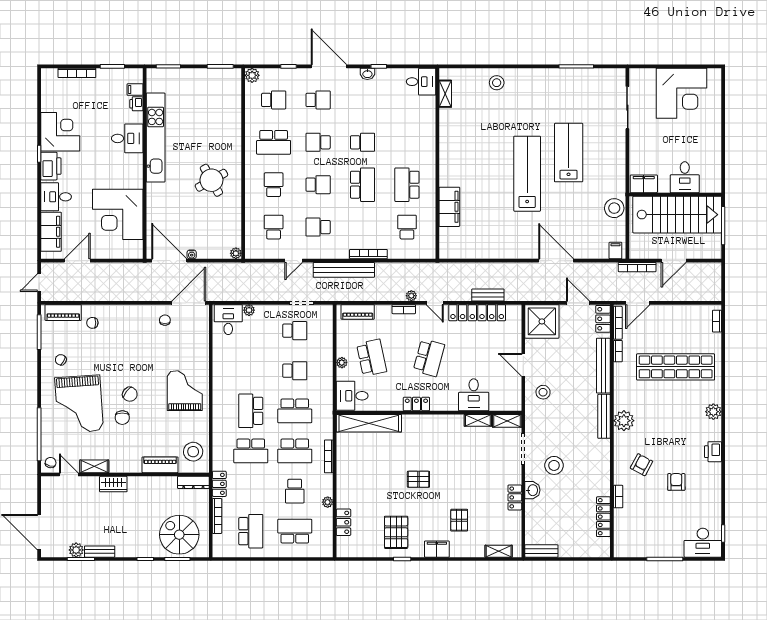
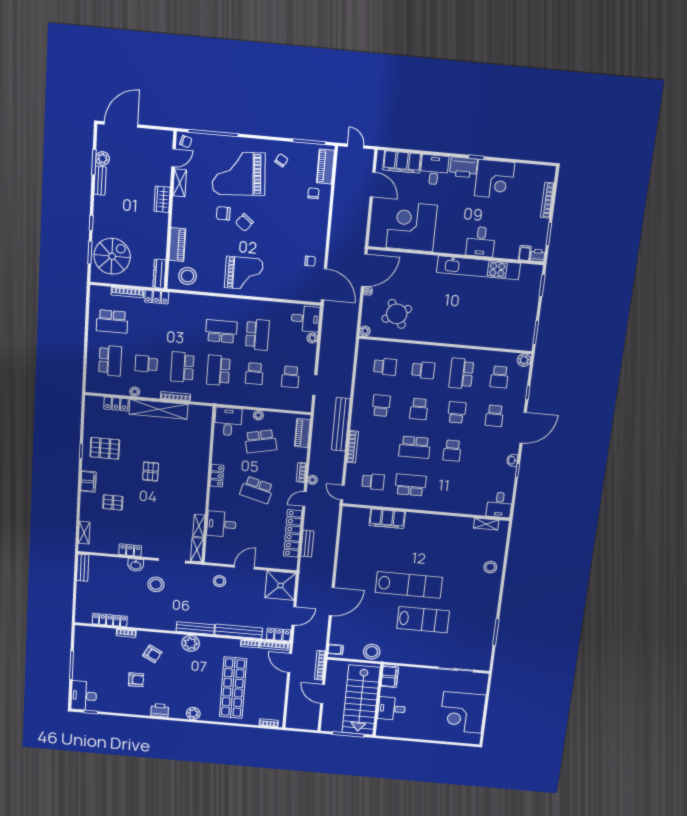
printer: (136, 104) -> (538, 255), moved
round table: (211, 180) -> (397, 314), moved
door: (294, 261) -> (342, 492), moved
shelving: (369, 423) -> (158, 409), moved, turned 90
school desk: (251, 451) -> (257, 335), moved, turned 180

